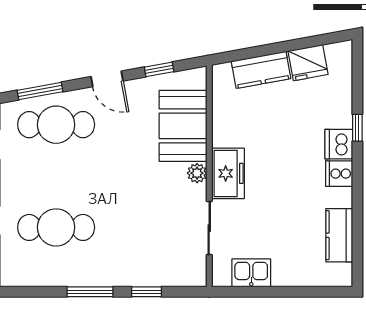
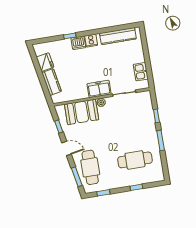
door: (107, 79) -> (67, 148), hinge flipped
cafe table: (56, 227) -> (135, 160), turned 90
kitchen counter: (339, 235) -> (118, 36), width x1.50

